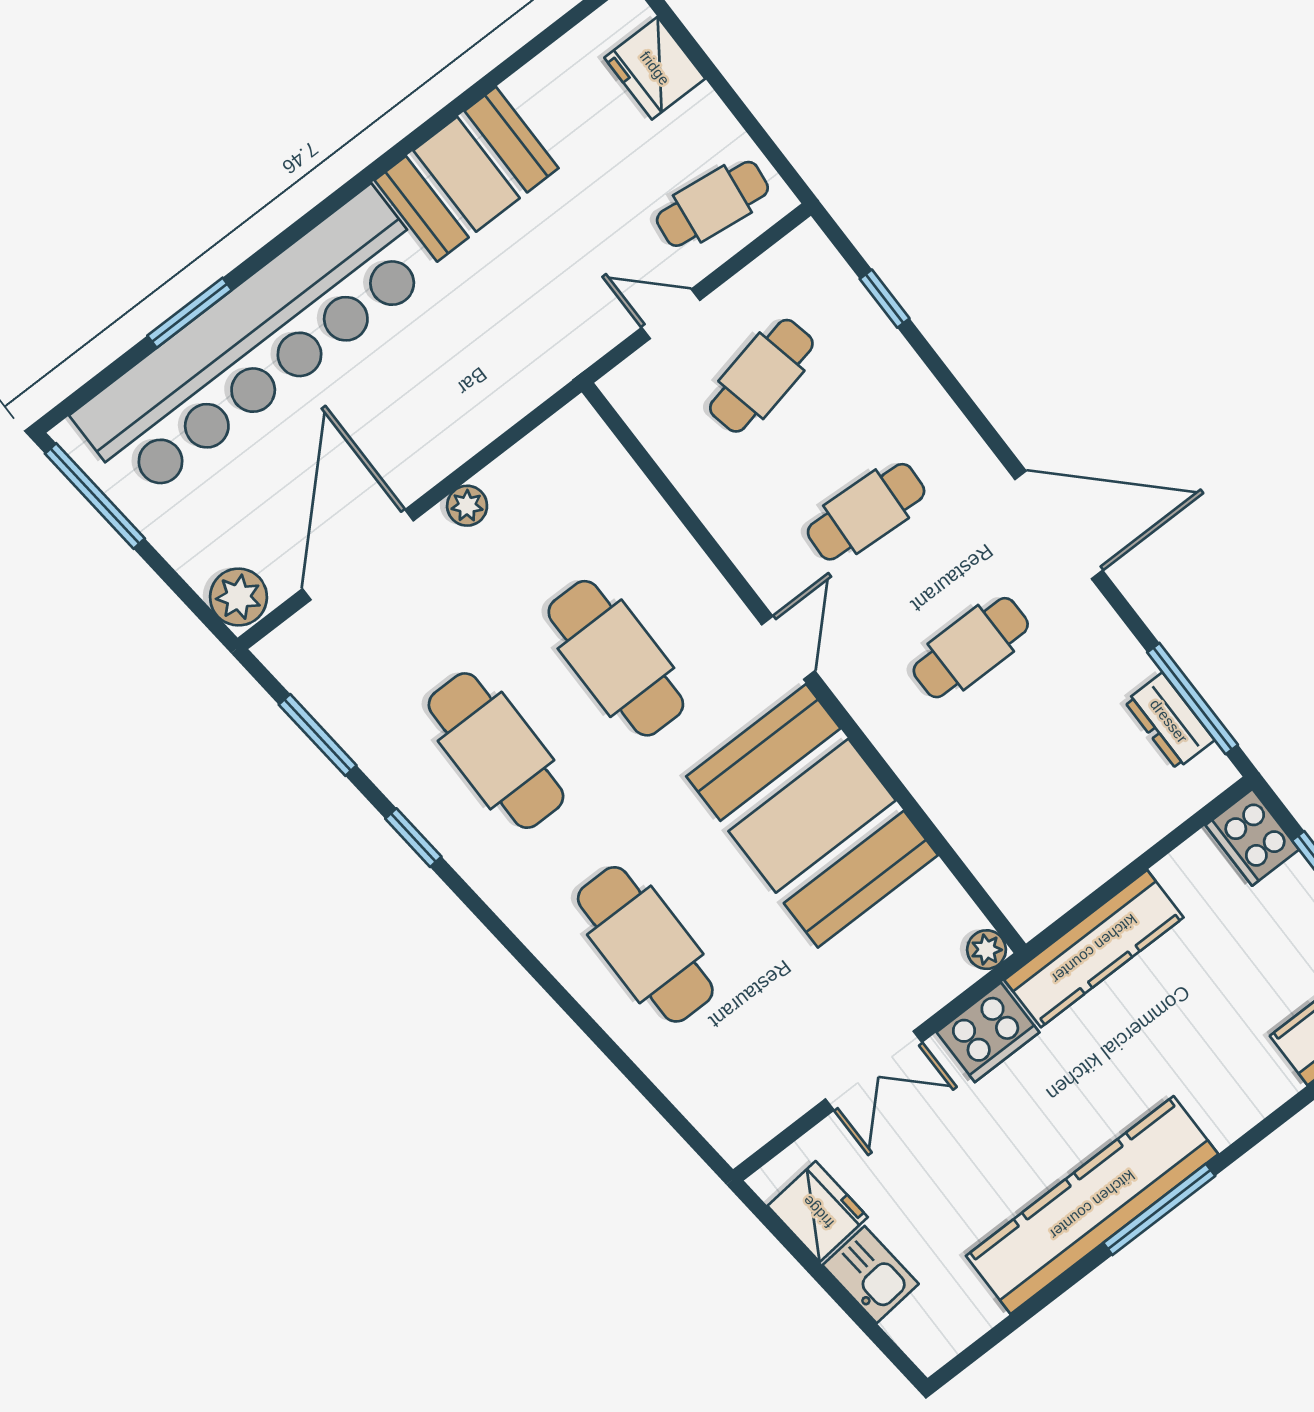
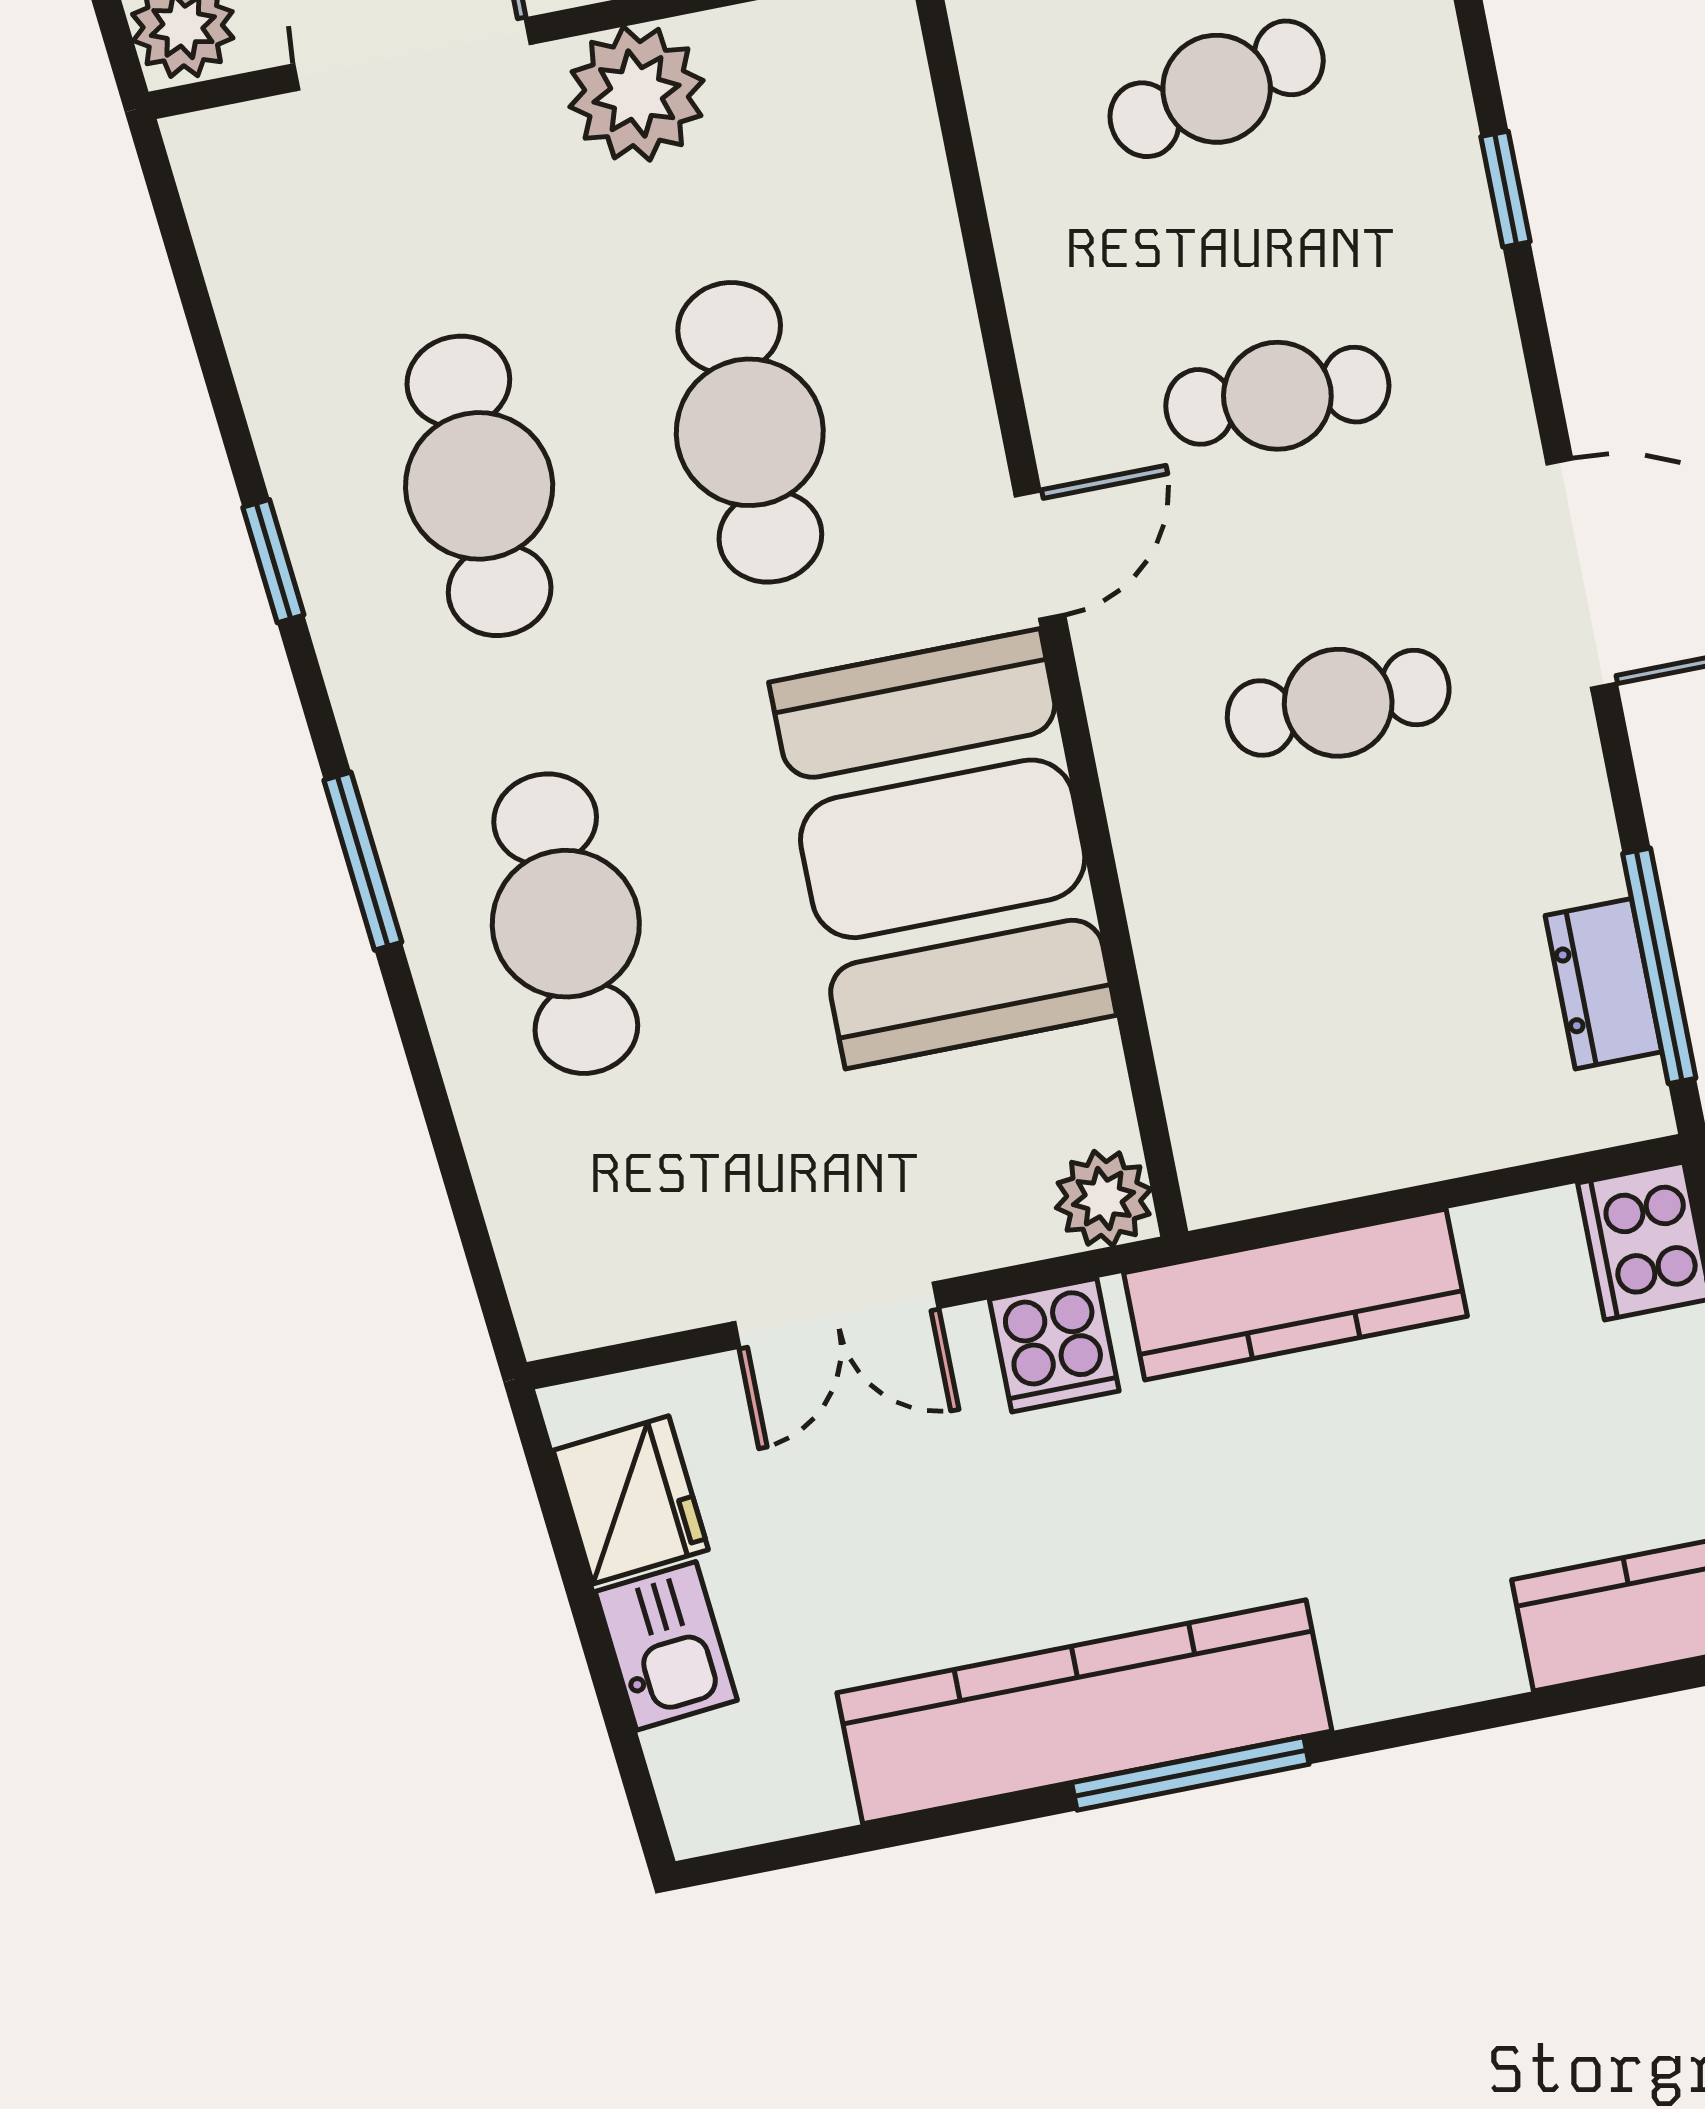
window: (885, 299) -> (1506, 189), moved
plant: (467, 506) -> (637, 94), width x1.88, depth x1.88
window: (318, 735) -> (363, 861), moved
plant: (987, 950) -> (1104, 1198), width x1.38, depth x1.38
cooker: (988, 1032) -> (1054, 1345), width x0.73

